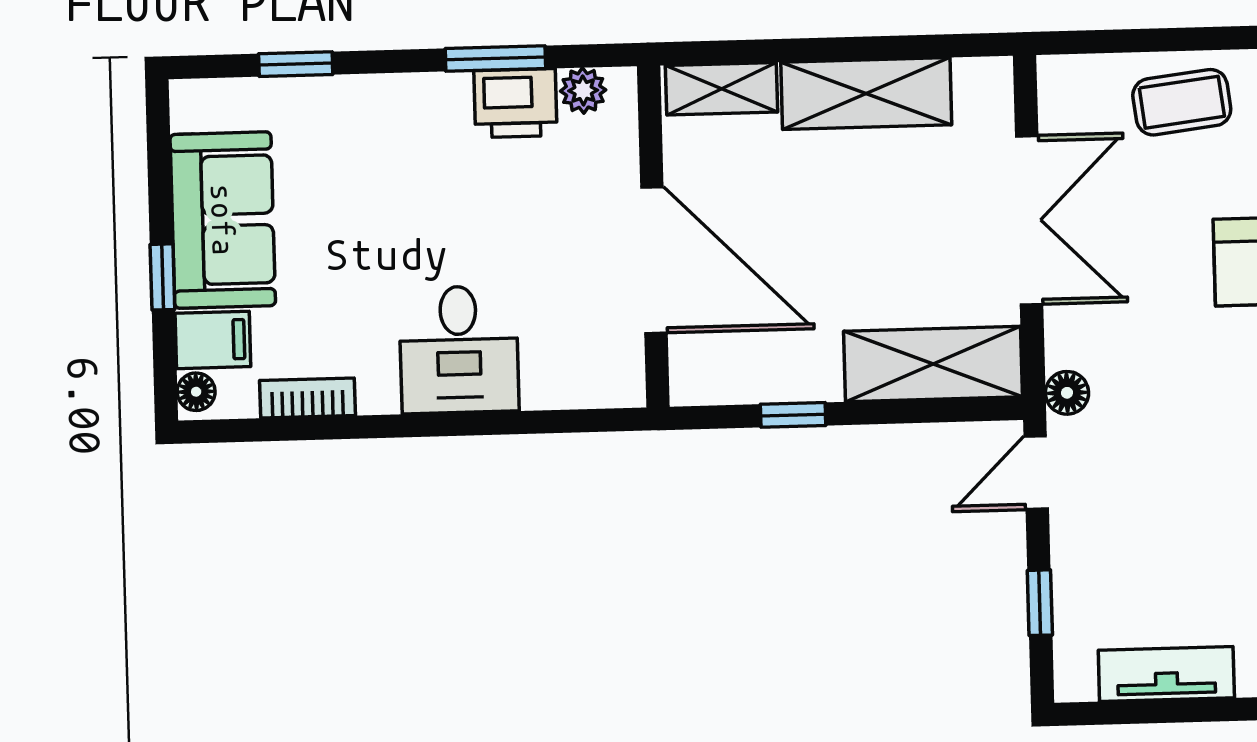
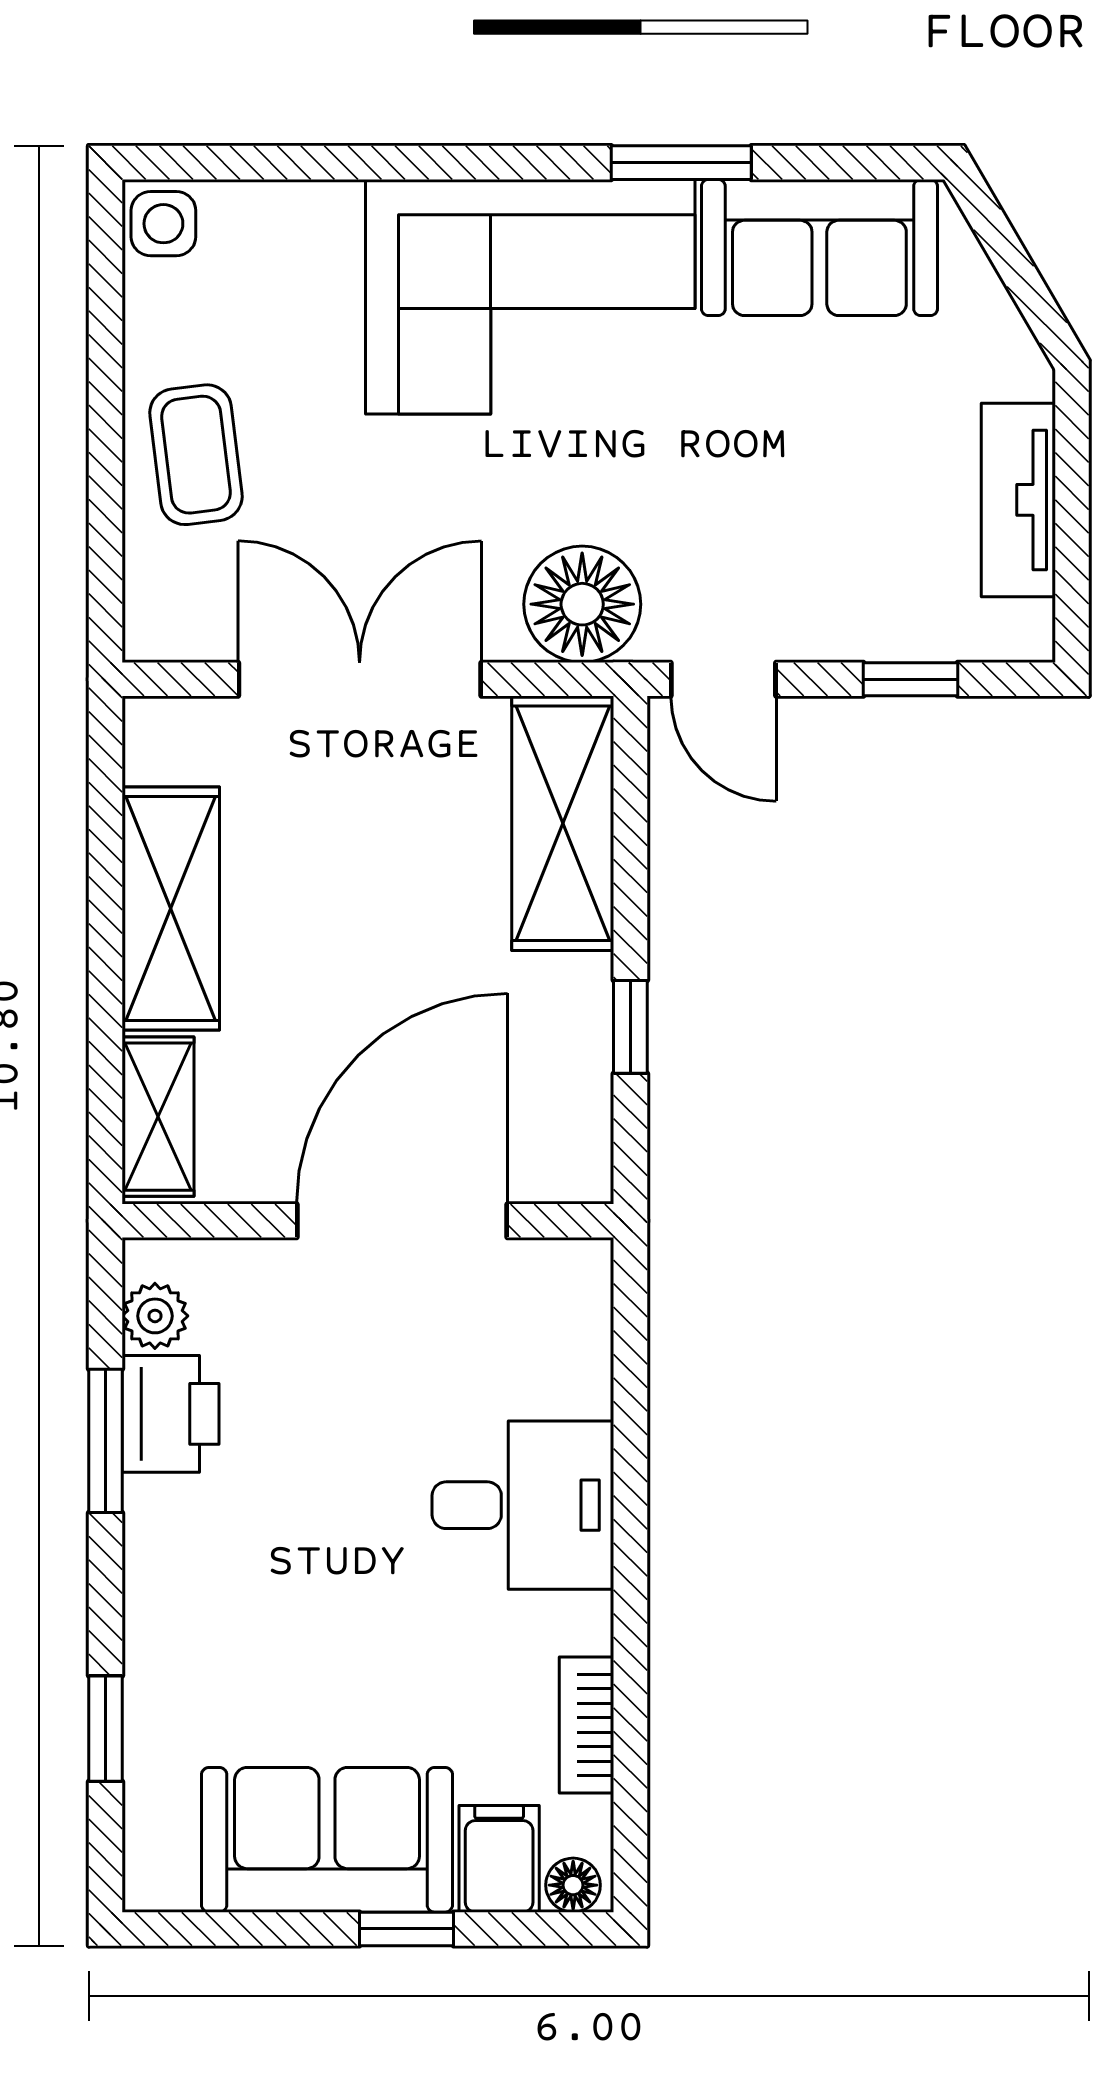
floor lamp: (1067, 393) -> (582, 604), width x1.89, depth x1.89

